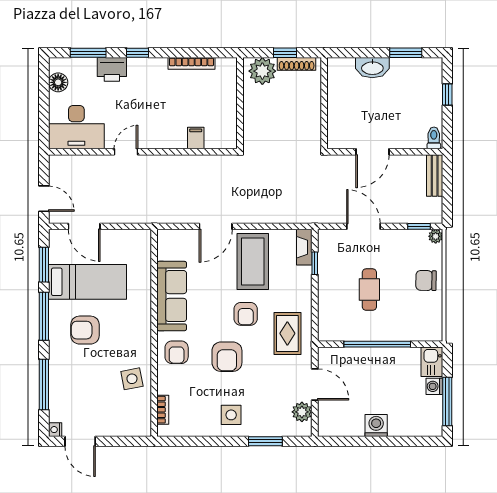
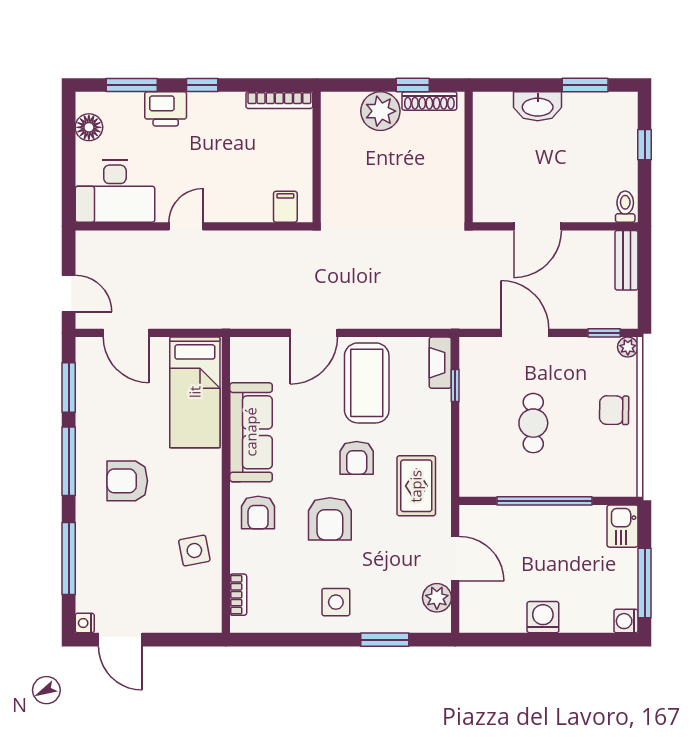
wall: (240, 103) -> (317, 157), moved
bed: (87, 282) -> (195, 392), moved, turned 90
washing machine: (434, 386) -> (626, 621), moved

